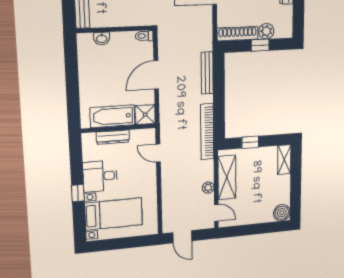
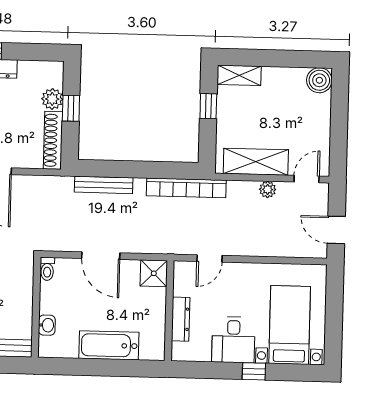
bathtub: (112, 116) -> (109, 345), moved, turned 90
window: (250, 142) -> (208, 106), moved
door: (182, 237) -> (336, 230), swing flipped

